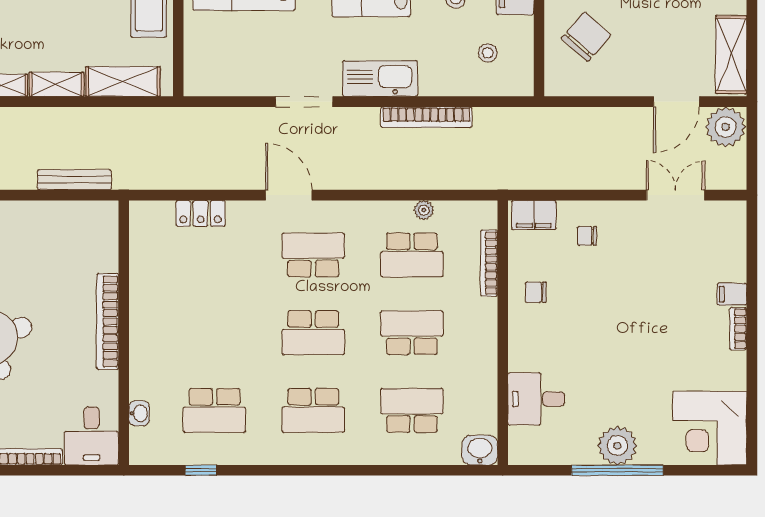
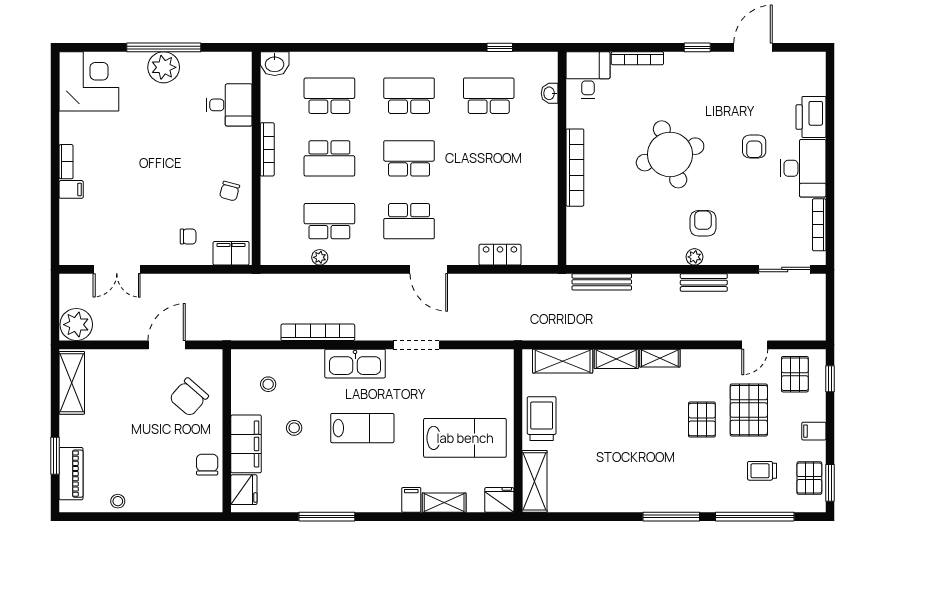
door: (676, 102) -> (167, 345), moved
bookcase: (489, 263) -> (267, 149), moved
chair: (536, 292) -> (230, 191), turned 105
school desk: (412, 410) -> (329, 96), turned 180

